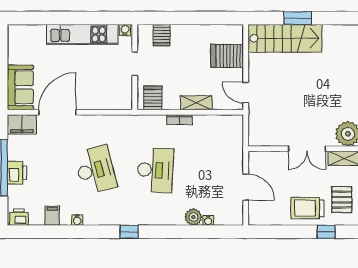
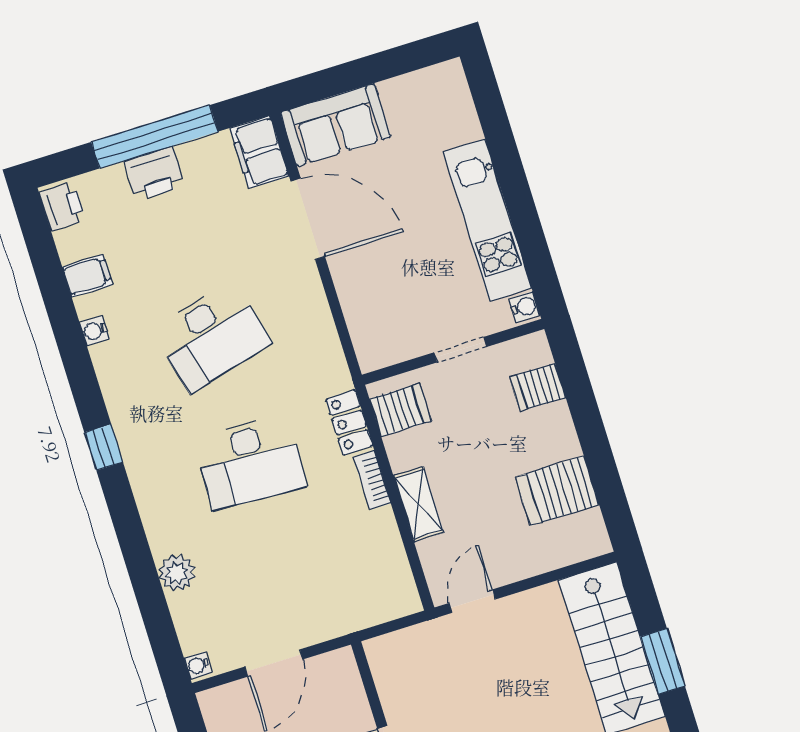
server rack: (227, 56) -> (557, 491), moved, turned -90
locker: (151, 122) -> (349, 422), added
water cooler: (208, 220) -> (198, 665), moved

